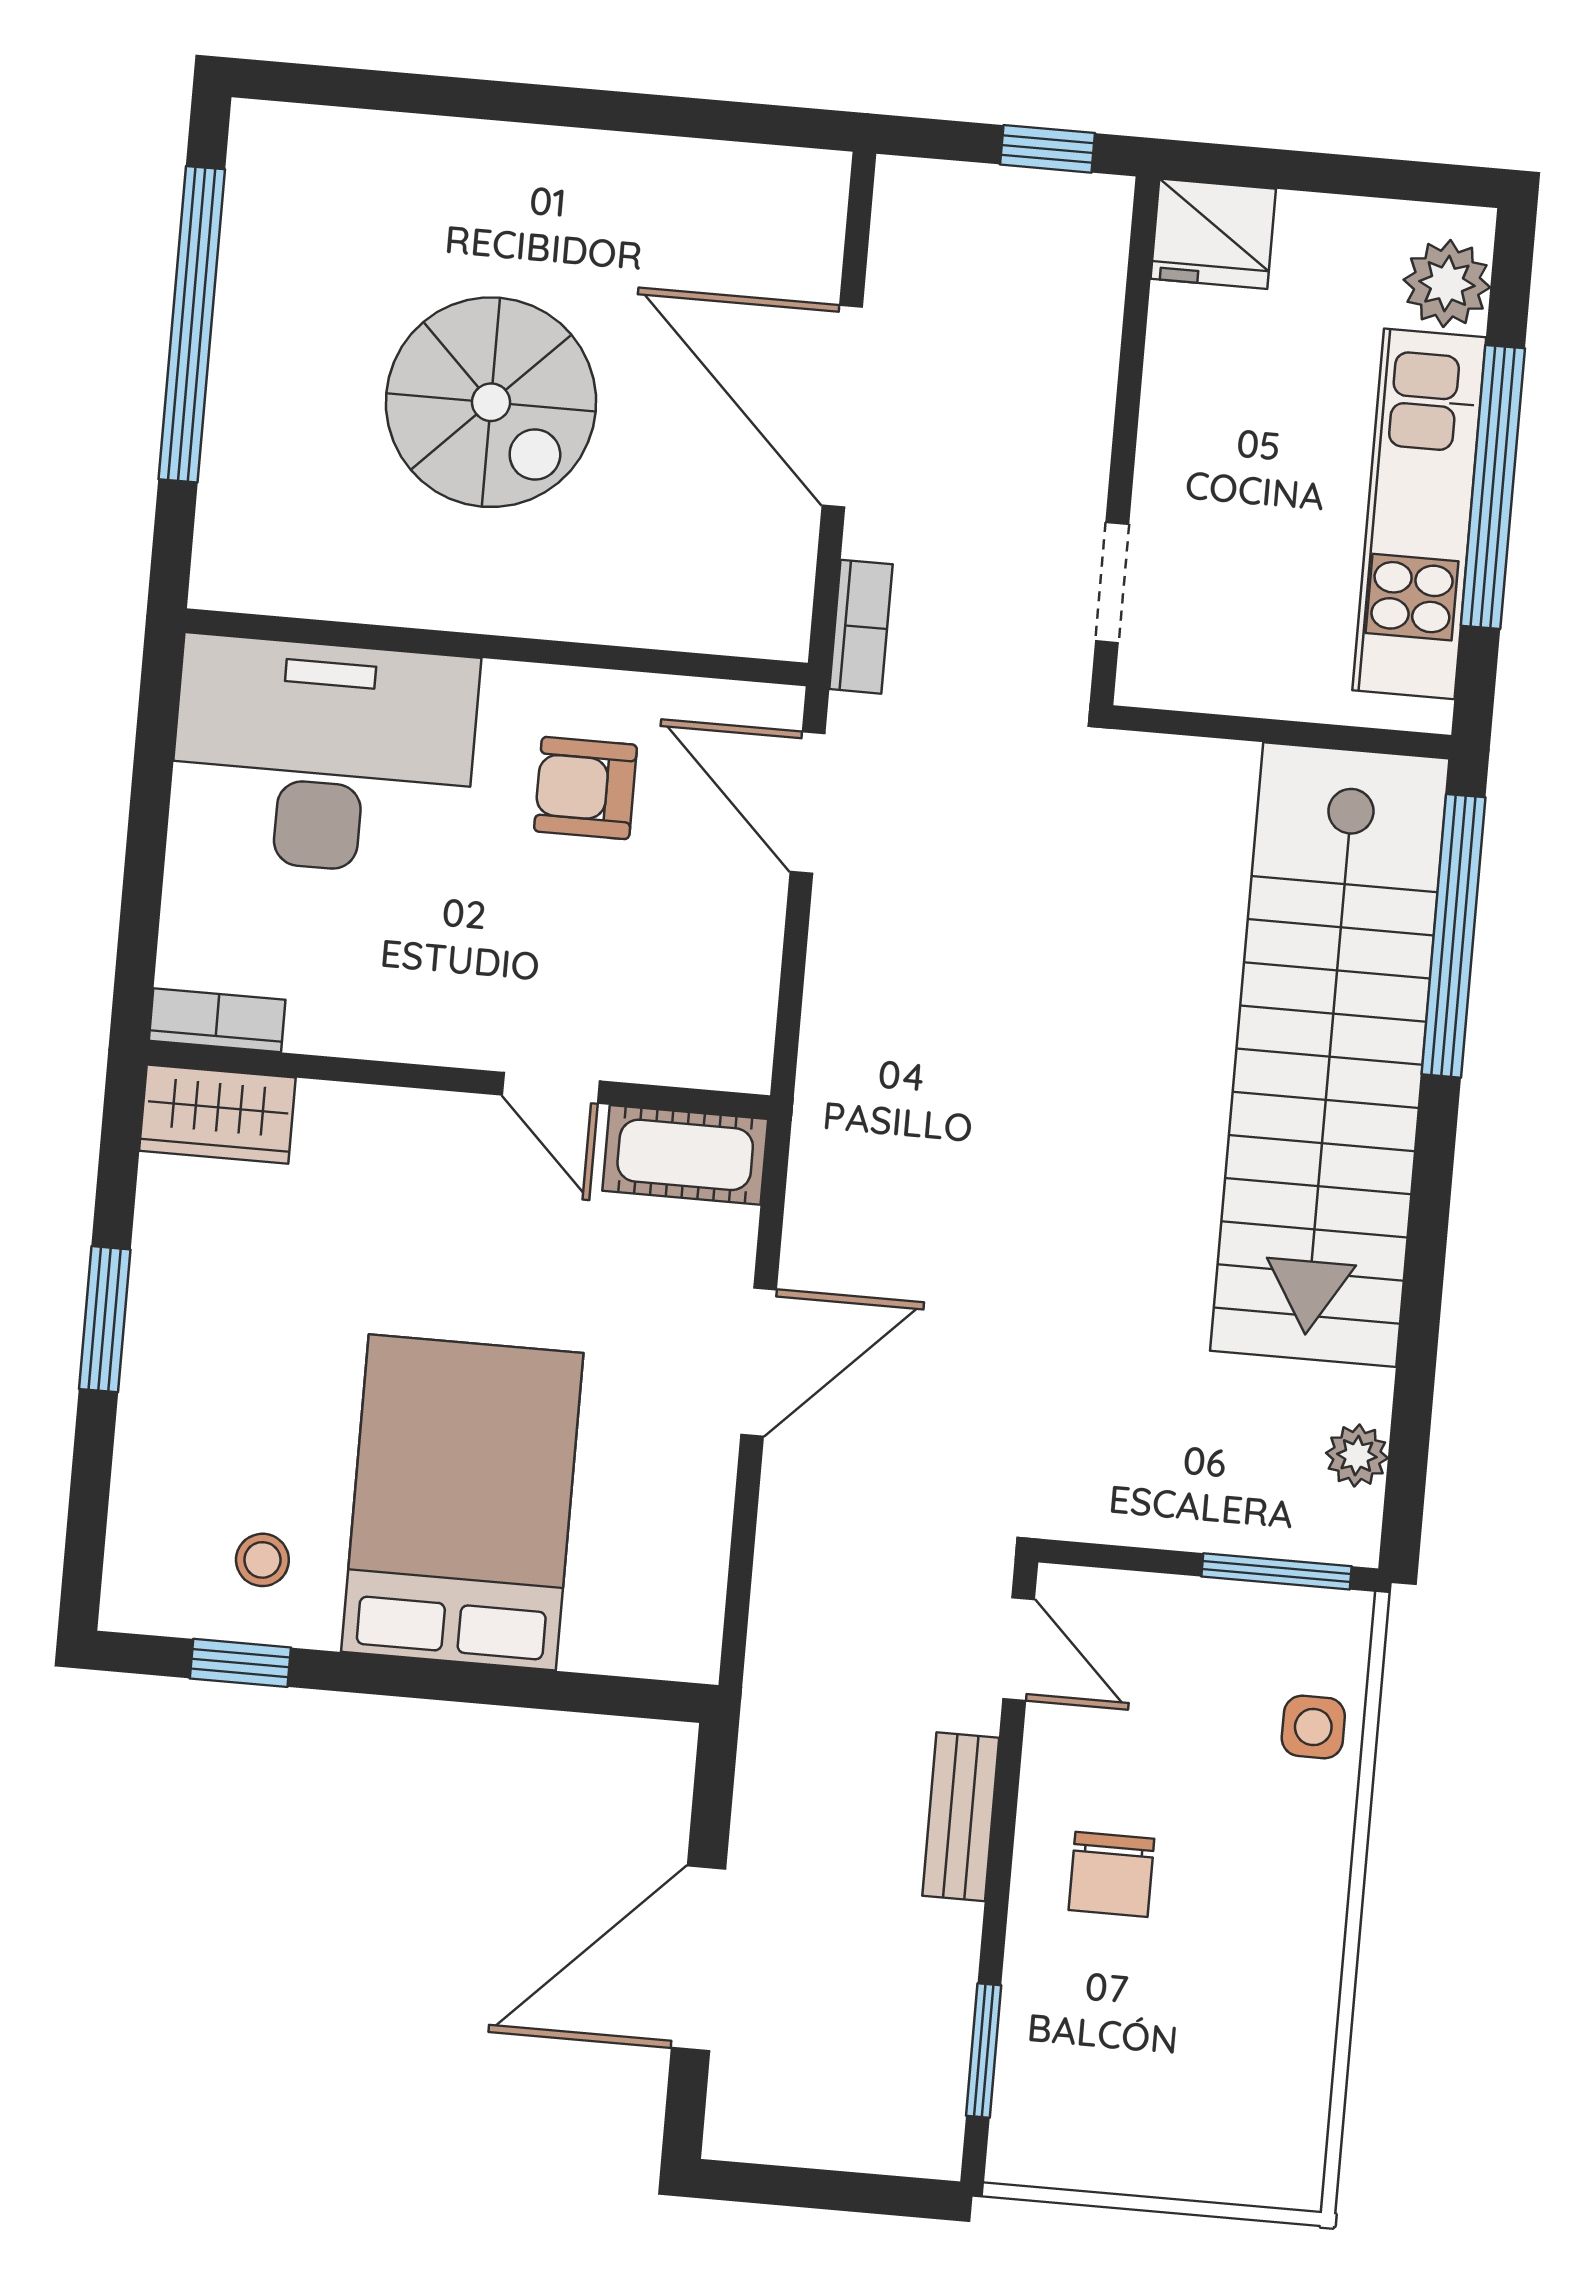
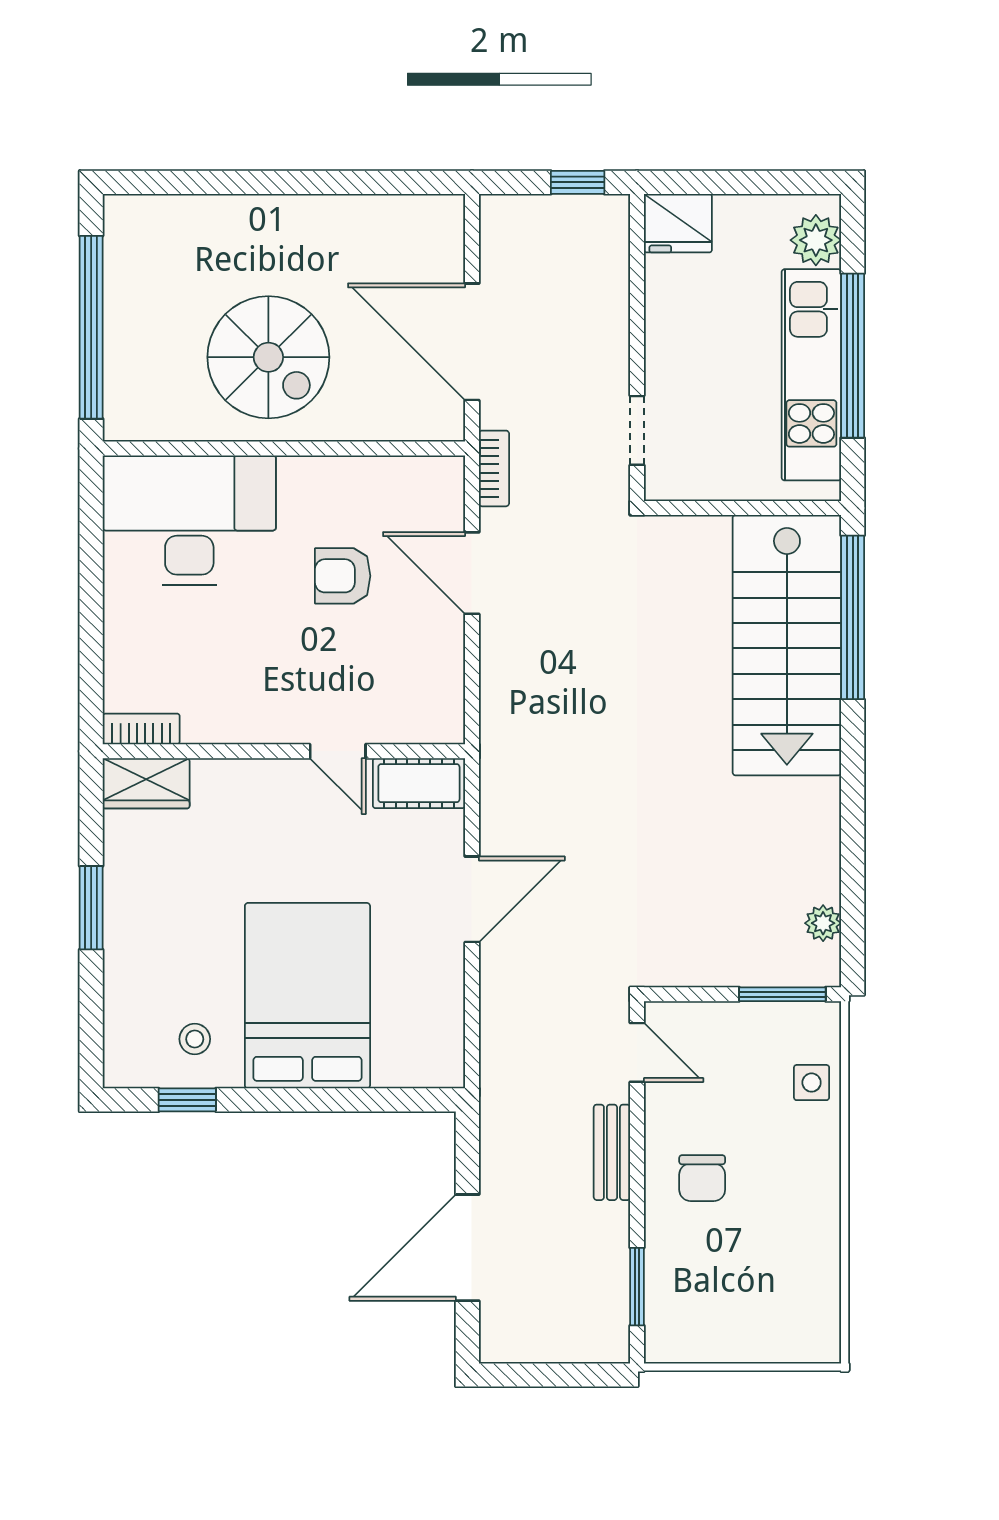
wall: (496, 647) -> (284, 448), moved
desk: (323, 756) -> (189, 520), moved
stairs: (1330, 1055) -> (787, 645), width x0.73

